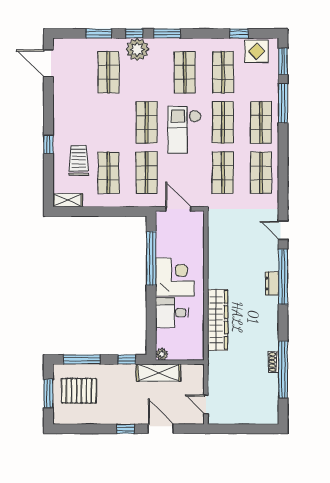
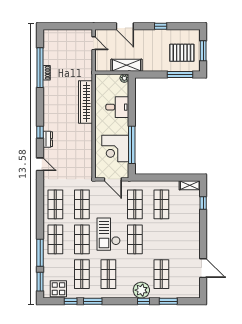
window: (167, 33) -> (93, 301), moved
door: (48, 63) -> (203, 268), moved
checkout: (184, 130) -> (109, 234), turned 180
window: (48, 144) -> (203, 203), moved
trolley: (79, 160) -> (182, 213), removed
corner desk: (175, 277) -> (115, 148), moved
window: (283, 277) -> (40, 132), width x0.32
dresser: (272, 283) -> (48, 139), moved
window: (127, 359) -> (149, 75), removed
window: (126, 429) -> (161, 26), moved

